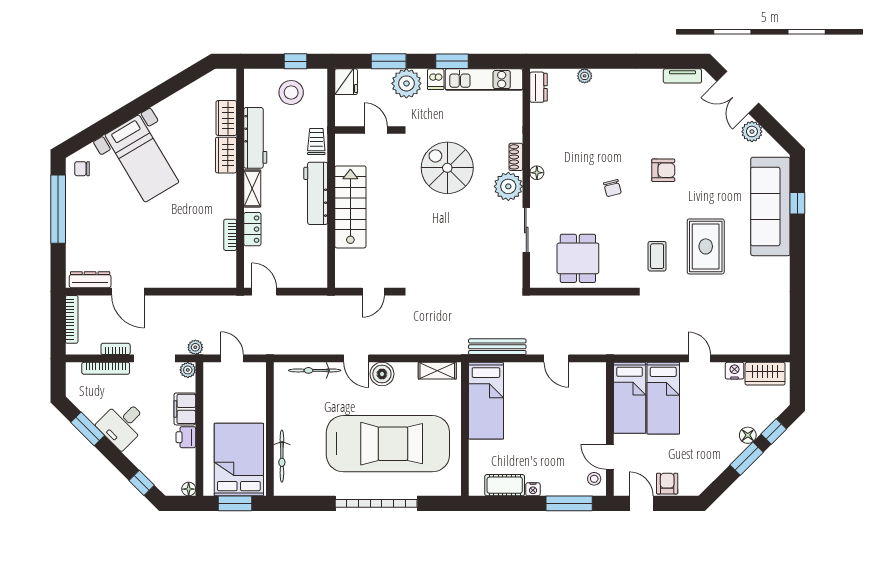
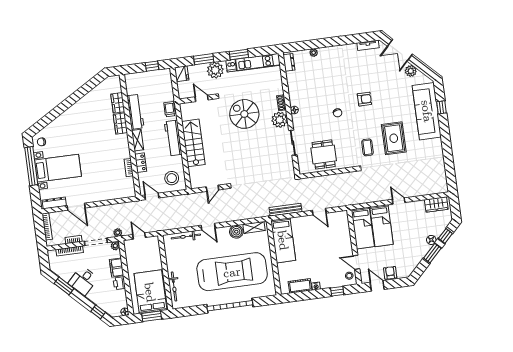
stool: (291, 92) -> (172, 178), moved
bed with nightstands: (142, 159) -> (58, 168), moved, turned -59
nightstand: (735, 371) -> (419, 205), removed
boiler: (382, 374) -> (236, 232), moved
window: (569, 503) -> (337, 291), width x0.46

